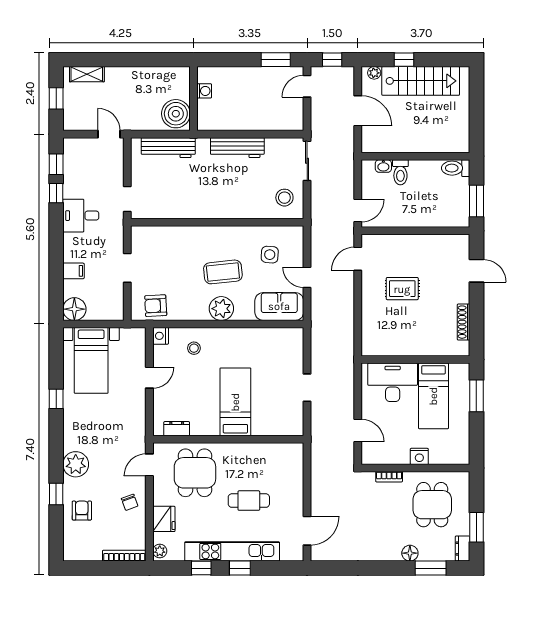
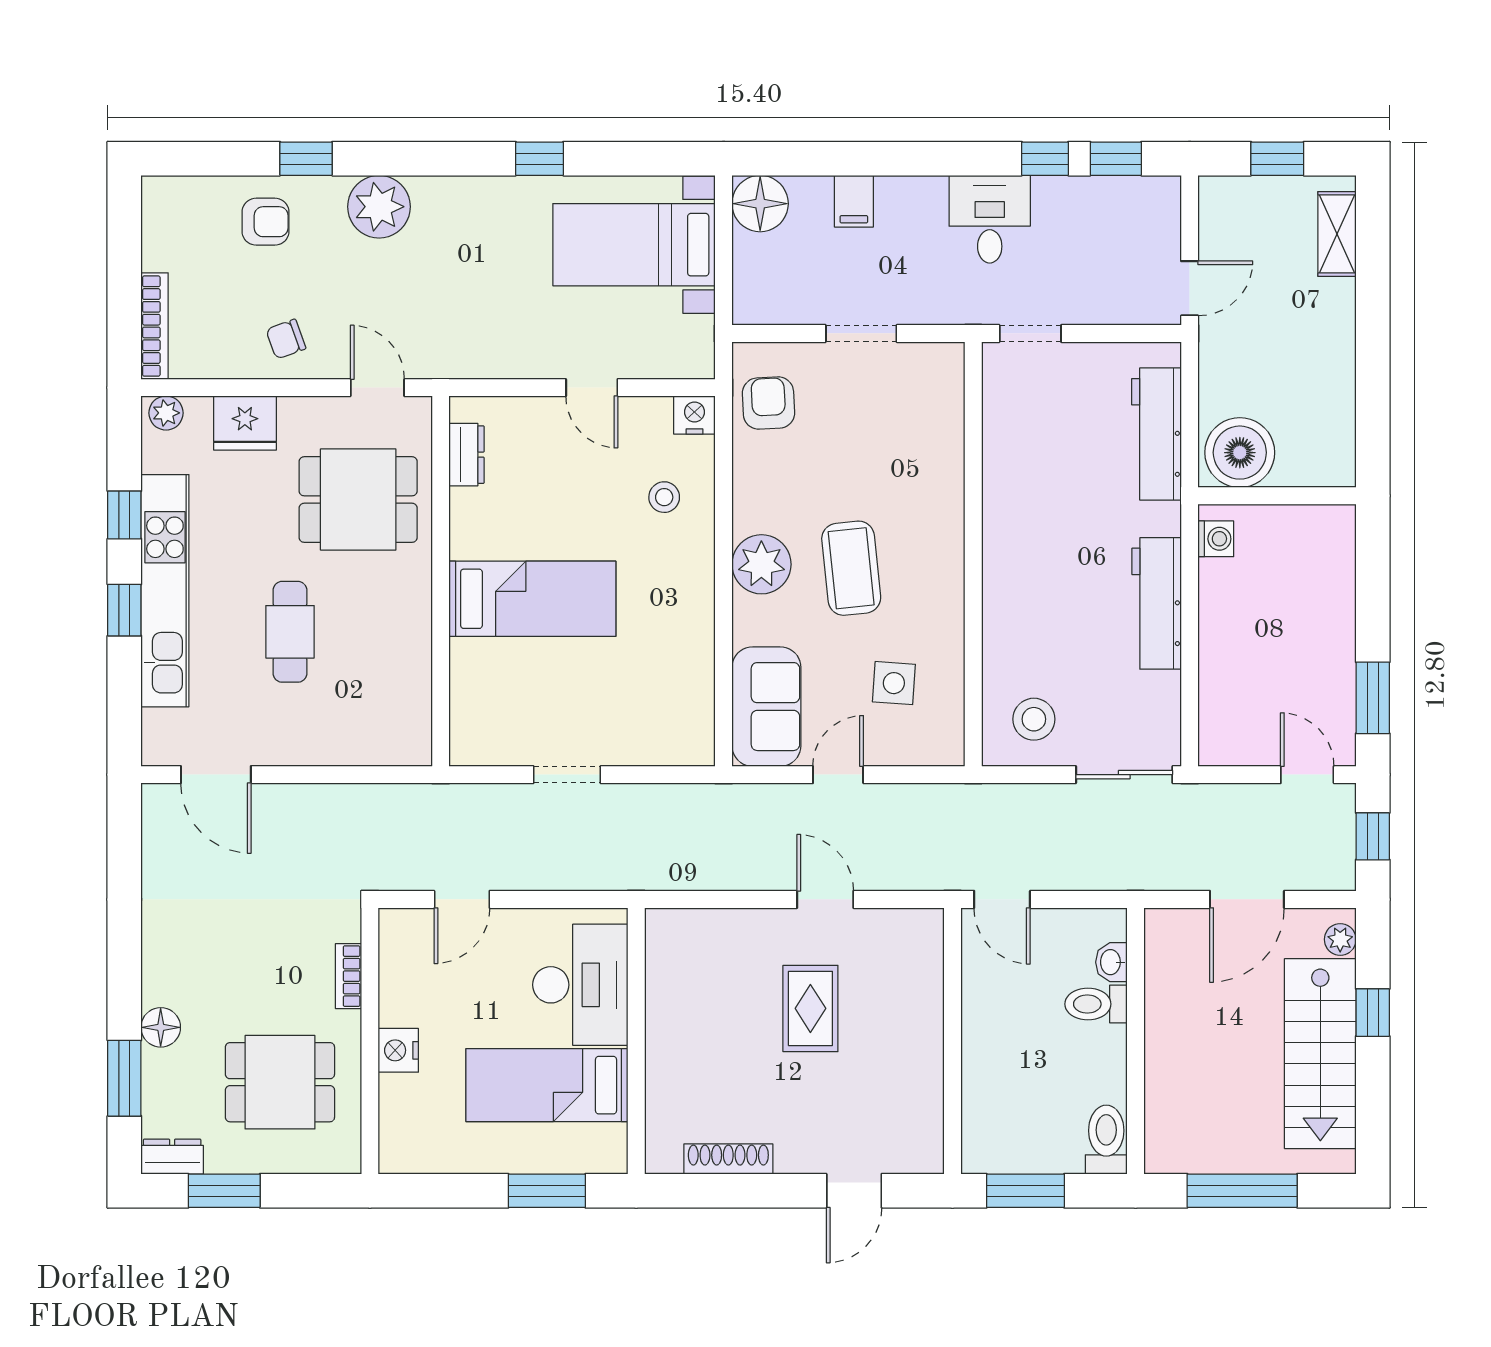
washing machine: (204, 91) -> (1216, 539), moved, turned -90
window: (476, 113) -> (1242, 1191), added
door: (358, 259) -> (825, 899), moved

